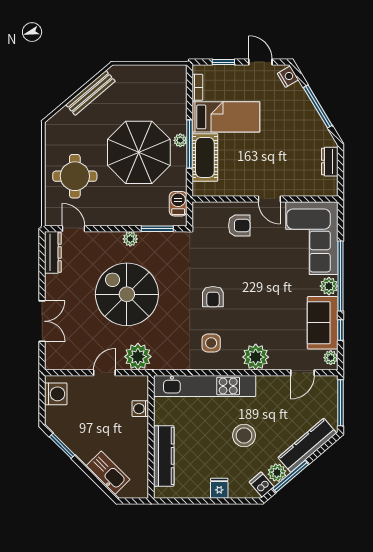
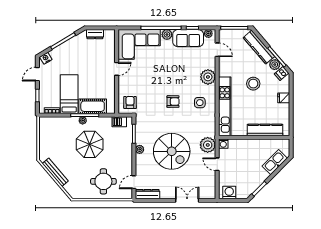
parasol: (139, 152) -> (90, 144), width x0.73, depth x0.73
armchair: (239, 226) -> (130, 102), moved
spiral stairs: (127, 294) -> (172, 151), turned -90
washing machine: (140, 409) -> (223, 144), moved

